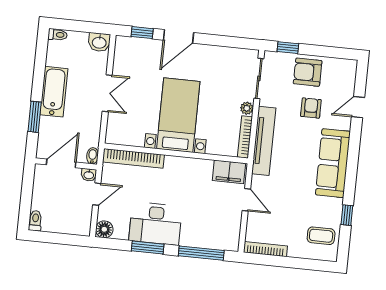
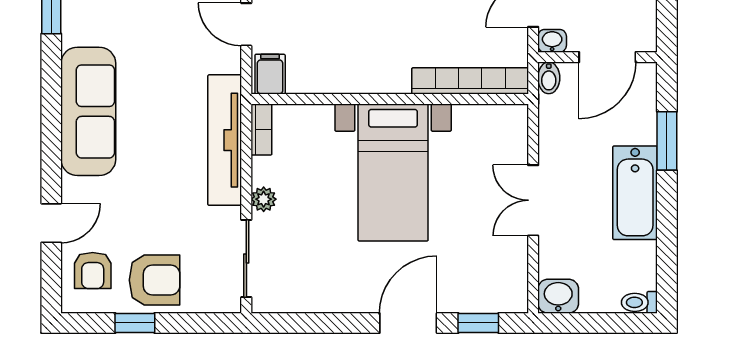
window: (288, 48) -> (135, 323), moved
armchair: (311, 108) -> (93, 270), moved
bookcase: (245, 137) -> (261, 130), width x0.64
filing cabinet: (229, 172) -> (270, 74), width x0.50

